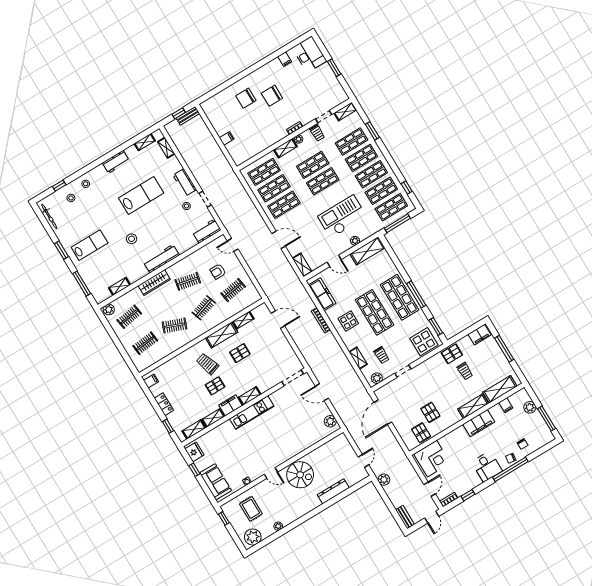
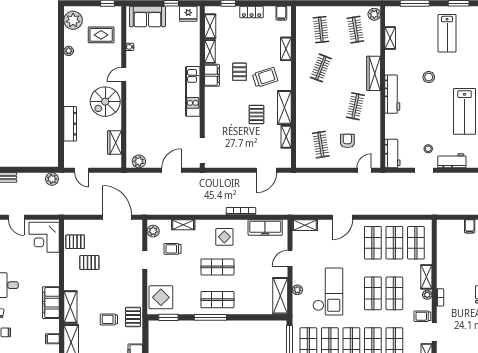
shop shelf: (399, 297) -> (217, 300), width x0.70, depth x0.74
clothes rail: (204, 308) -> (321, 106), removed
shop shelf: (375, 312) -> (217, 267), width x0.70, depth x0.74
shelving: (250, 396) -> (286, 49), moved
wardrobe: (327, 449) -> (115, 142), added

